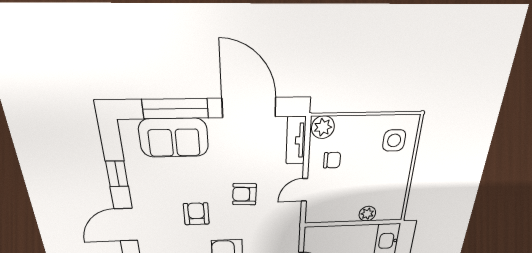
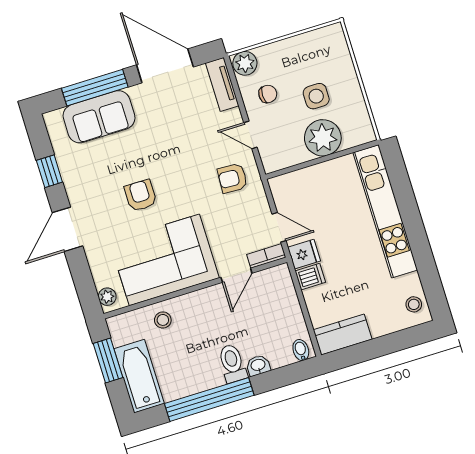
side table: (394, 140) -> (316, 96), moved
door: (304, 190) -> (250, 135), hinge flipped
armchair: (244, 194) -> (233, 178), moved
plant: (367, 214) -> (323, 138), width x1.87, depth x1.87

